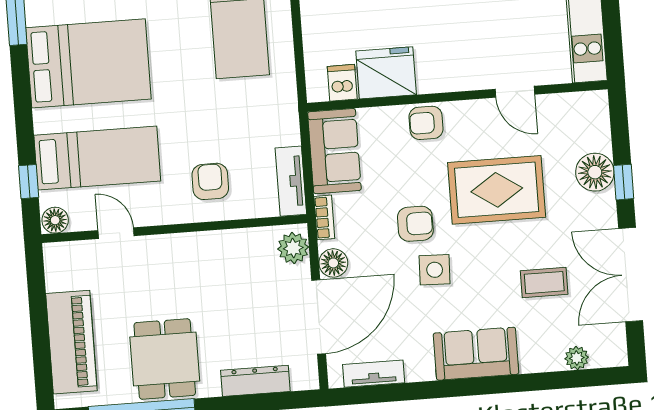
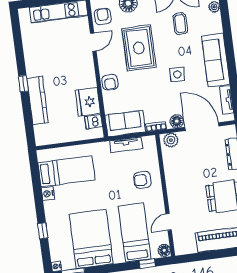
tv unit: (291, 181) -> (126, 145), moved
armchair: (415, 224) -> (103, 16), moved
sofa: (476, 354) -> (216, 60), width x1.36

